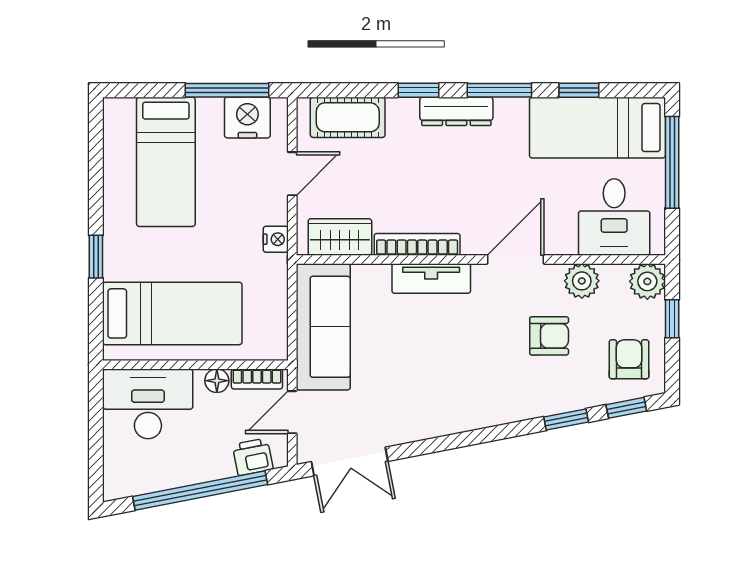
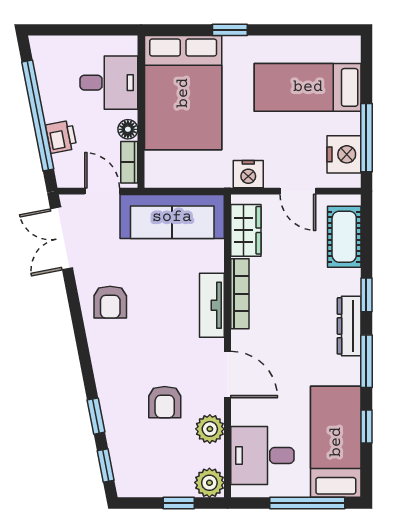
nightstand: (276, 239) -> (248, 174), width x1.39, depth x1.35
bed: (172, 313) -> (183, 93), width x1.50
armchair: (629, 359) -> (110, 302), moved, turned 90
desk: (148, 404) -> (109, 83), width x0.73
printer: (253, 457) -> (61, 137), moved

